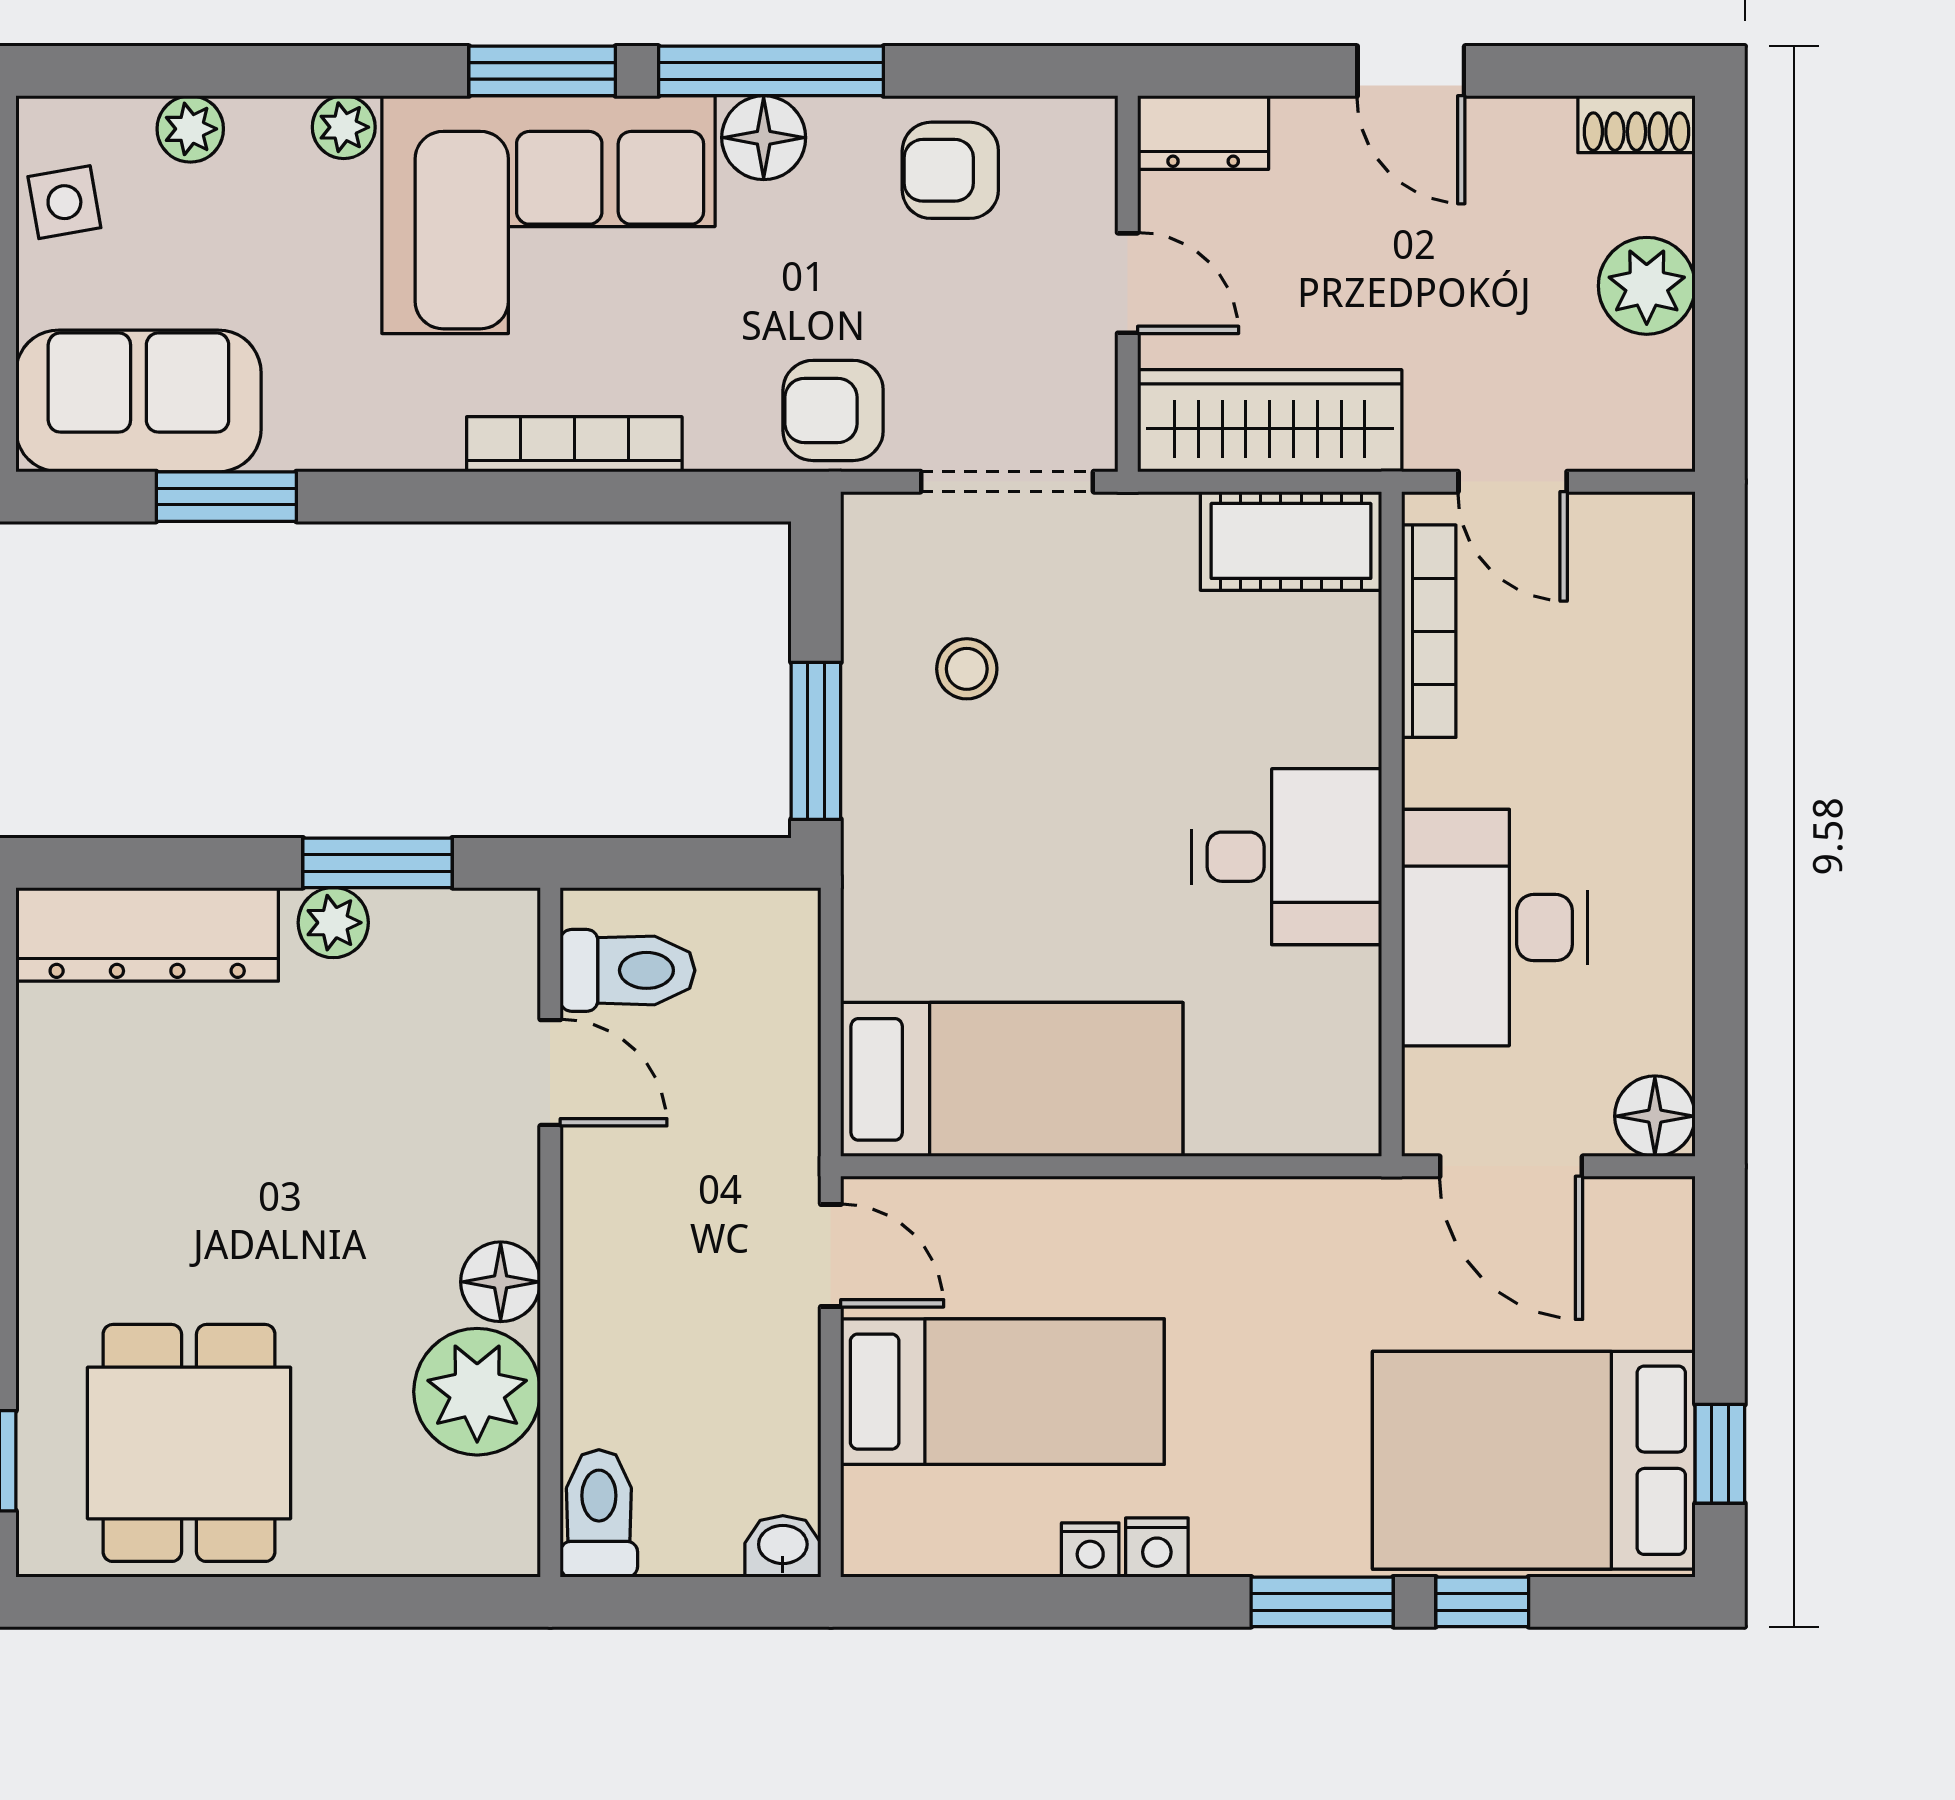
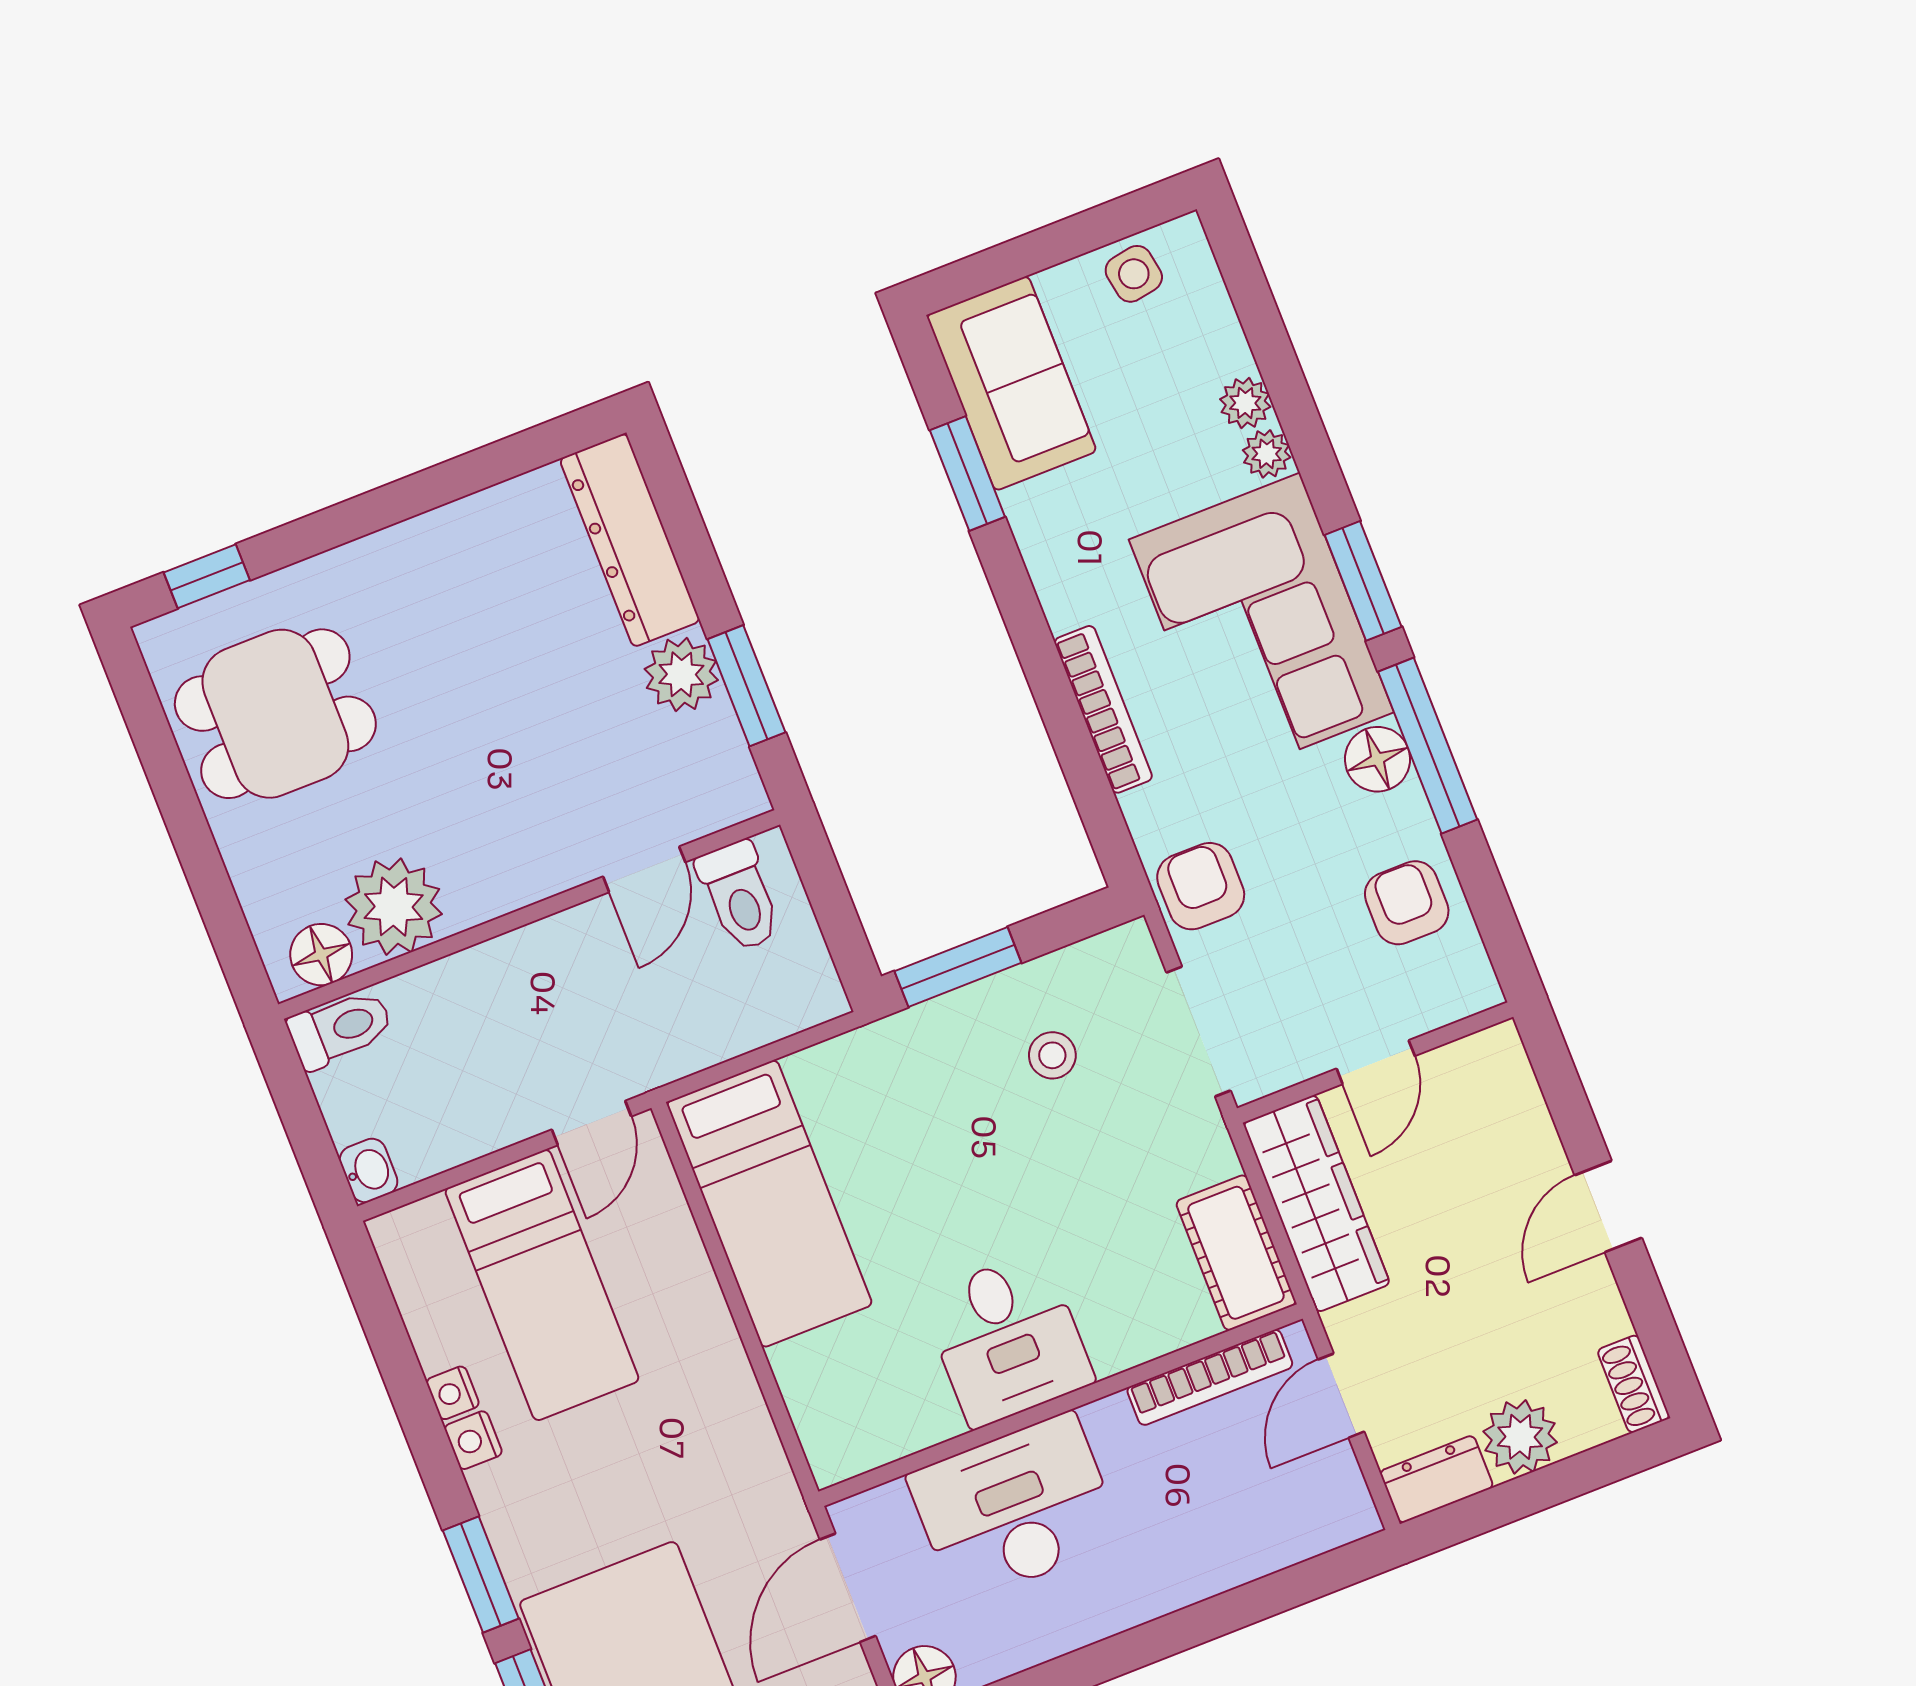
plant: (190, 129) -> (1245, 403), moved
dresser: (1203, 133) -> (1437, 1479), moved, turned 90
plant: (333, 923) -> (681, 674), width x1.38, depth x1.38
floor lamp: (501, 1282) -> (321, 955), moved

